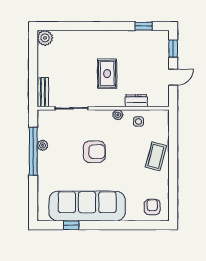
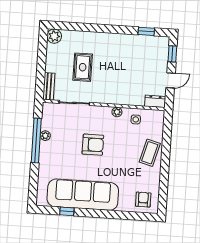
rug: (107, 74) -> (83, 67), moved
dresser: (136, 101) -> (155, 101), moved

